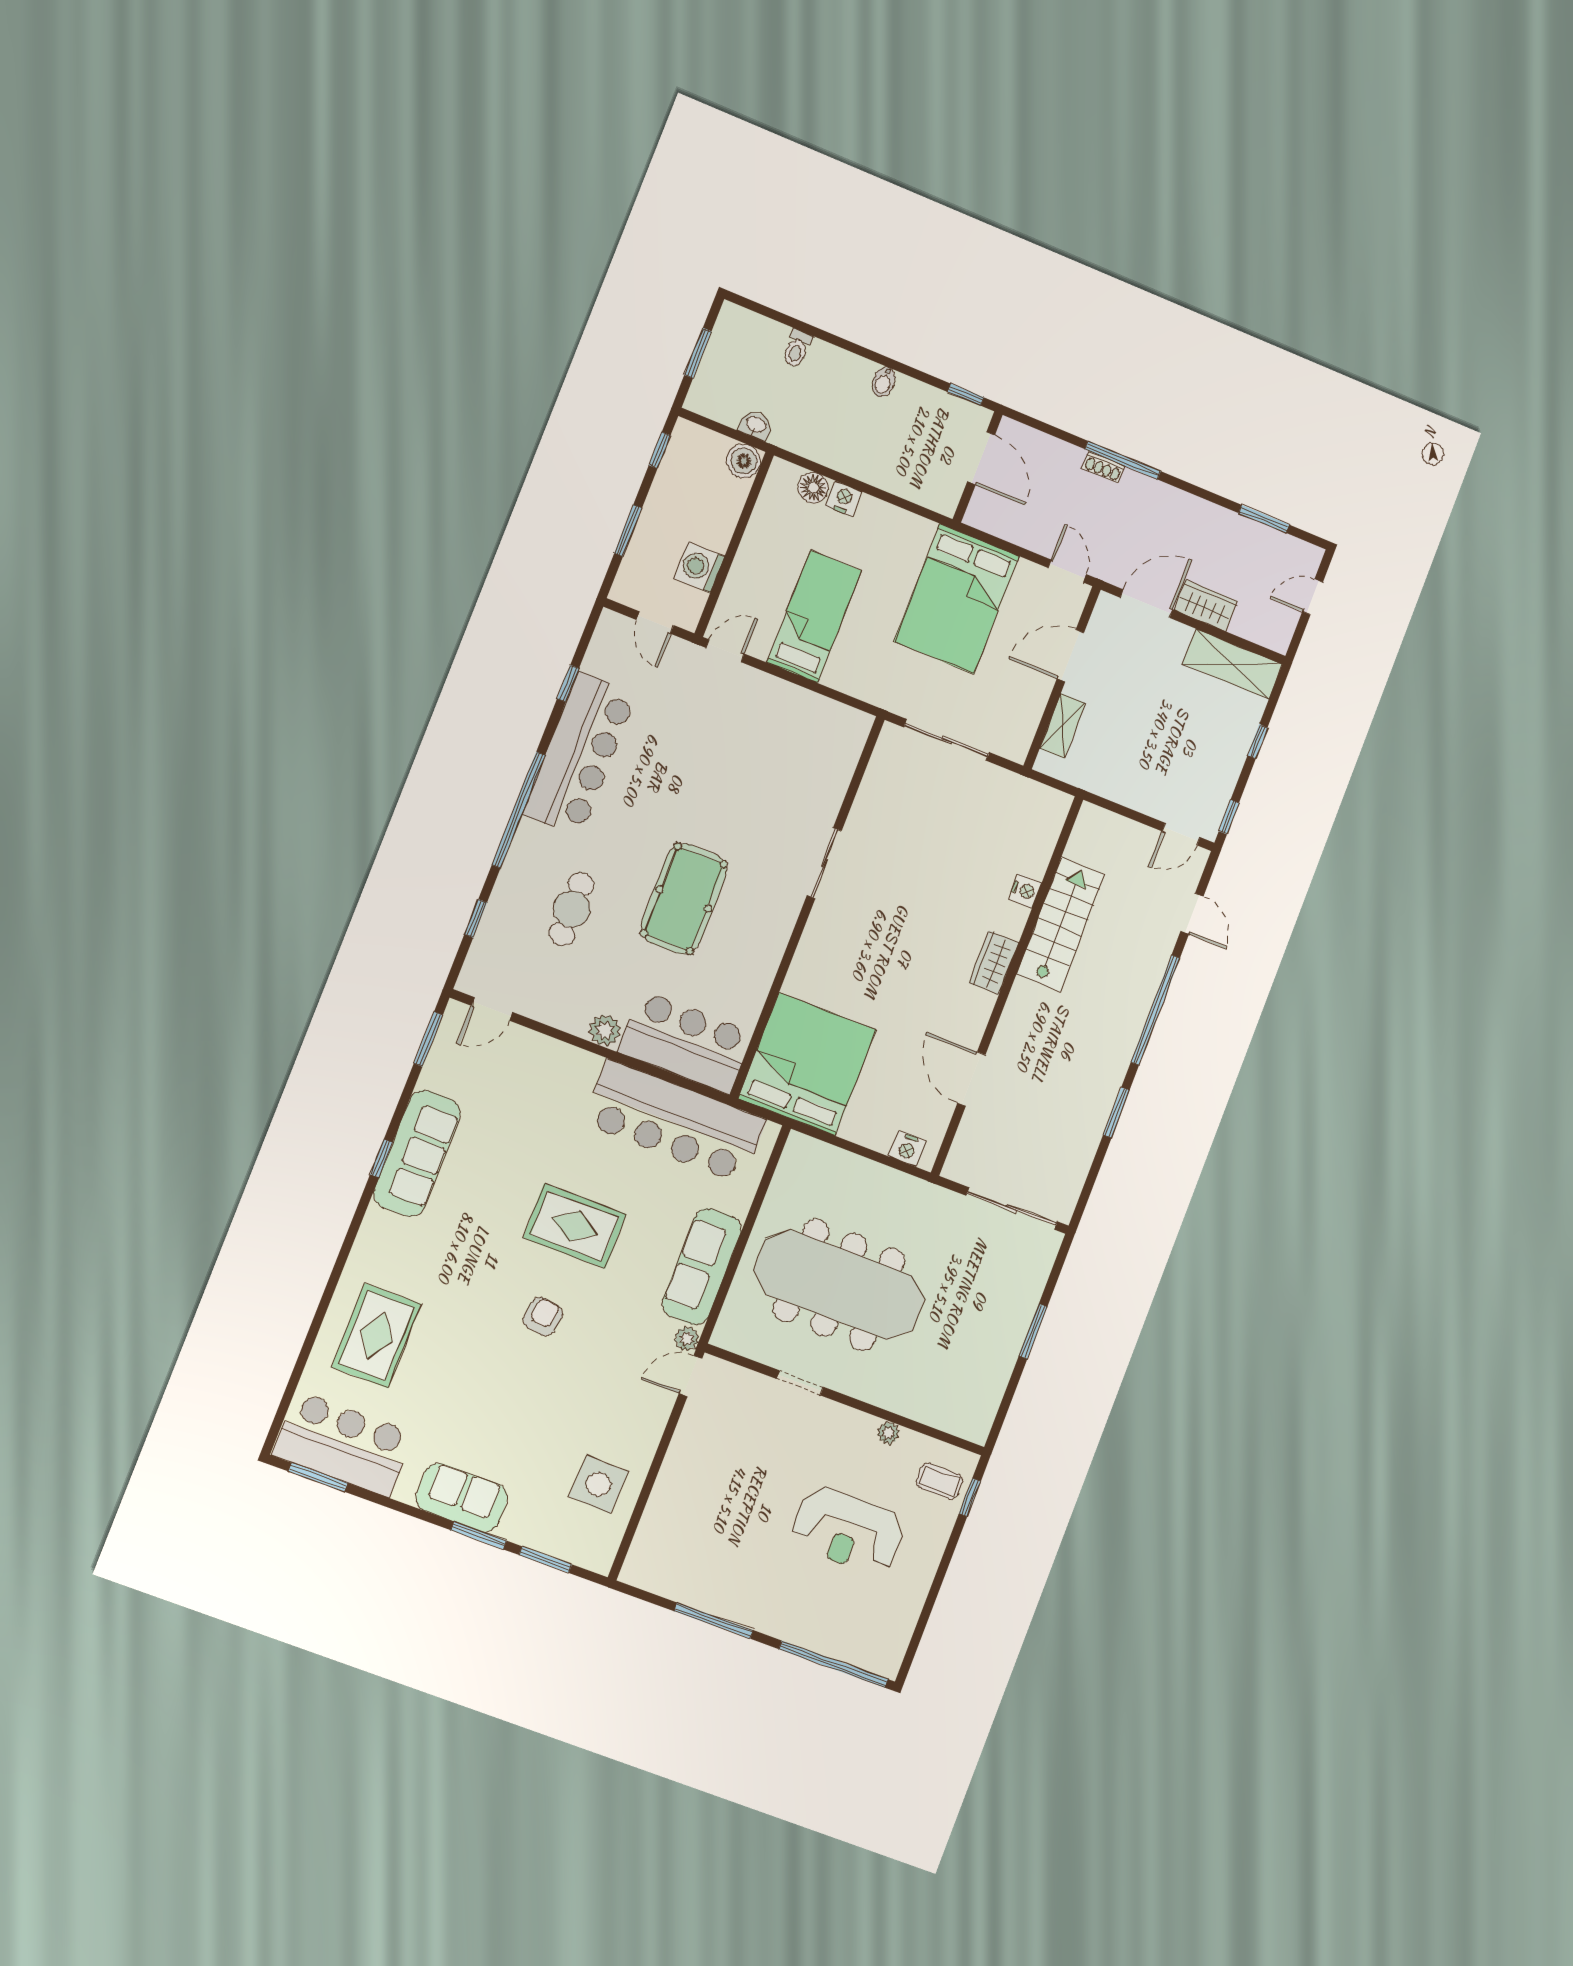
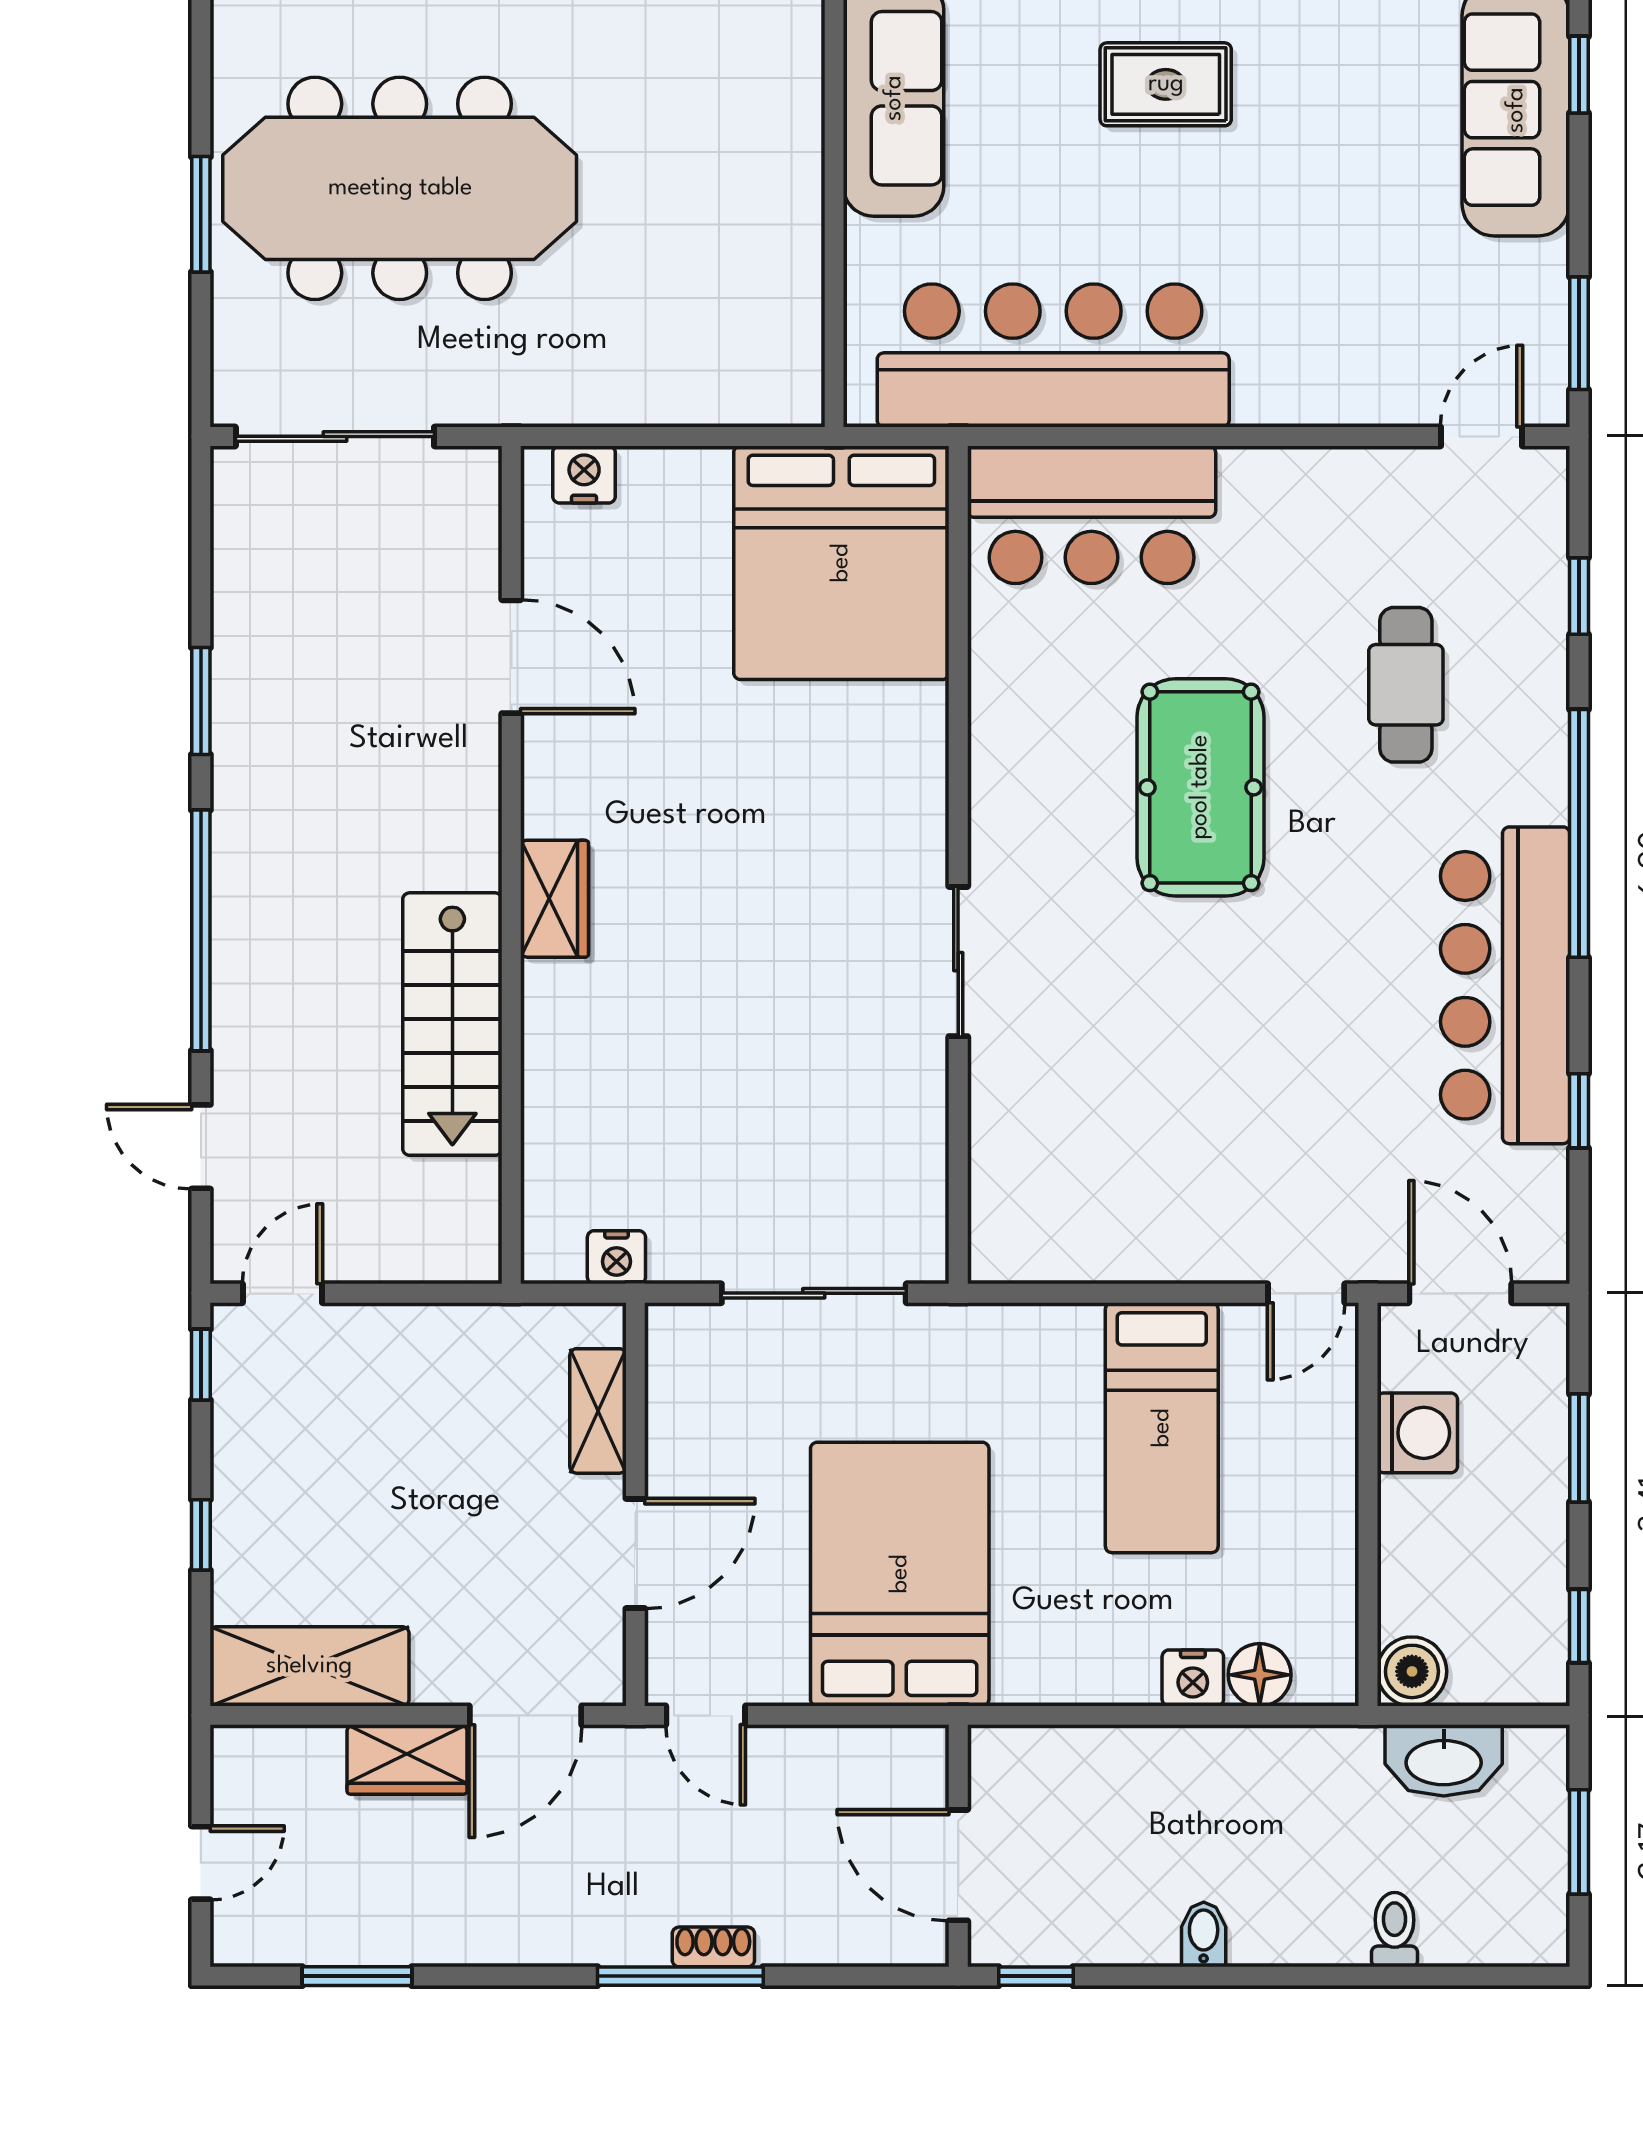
washbasin: (756, 425) -> (1444, 1760), width x1.91, depth x1.45
door: (655, 623) -> (1460, 1293), width x1.38
nightstand: (1025, 891) -> (616, 1257), moved, turned -90
plant: (605, 1030) -> (1253, 478), removed
rug: (575, 1226) -> (1166, 84), width x0.73, depth x0.70
meeting table: (839, 1285) -> (400, 188), moved

